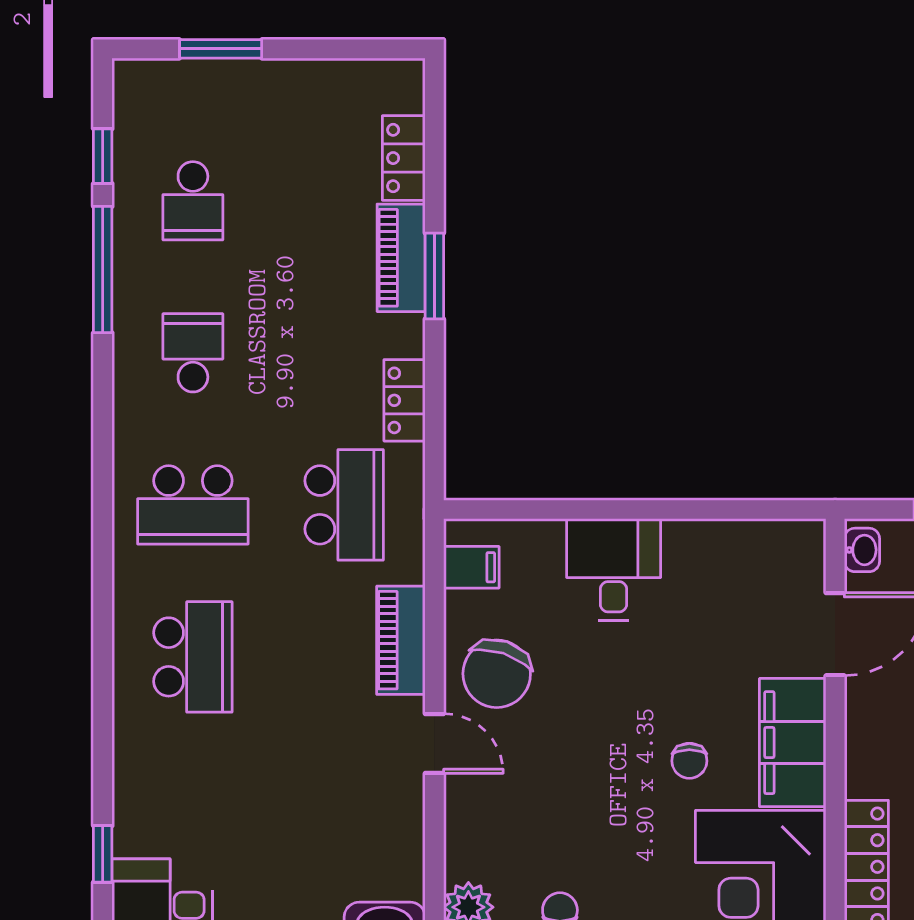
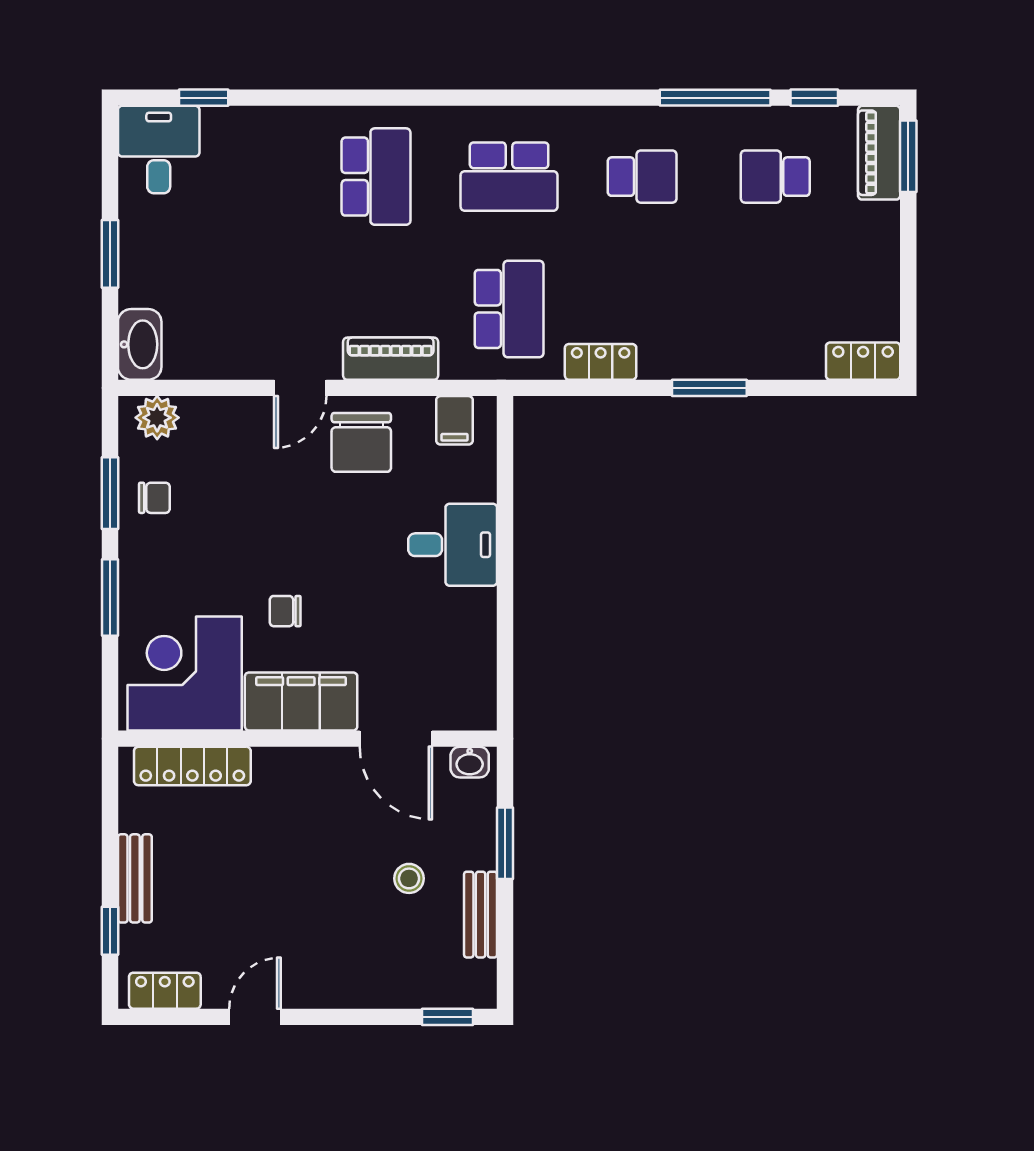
window: (221, 49) -> (908, 156), moved
locker: (404, 158) -> (863, 361), moved
piano: (401, 258) -> (879, 153), moved, turned -90
school desk: (193, 505) -> (509, 177), turned -90
school desk: (344, 505) -> (509, 309), turned -90
school desk: (193, 657) -> (376, 177), turned -90
chair: (497, 674) -> (361, 442), turned -108

